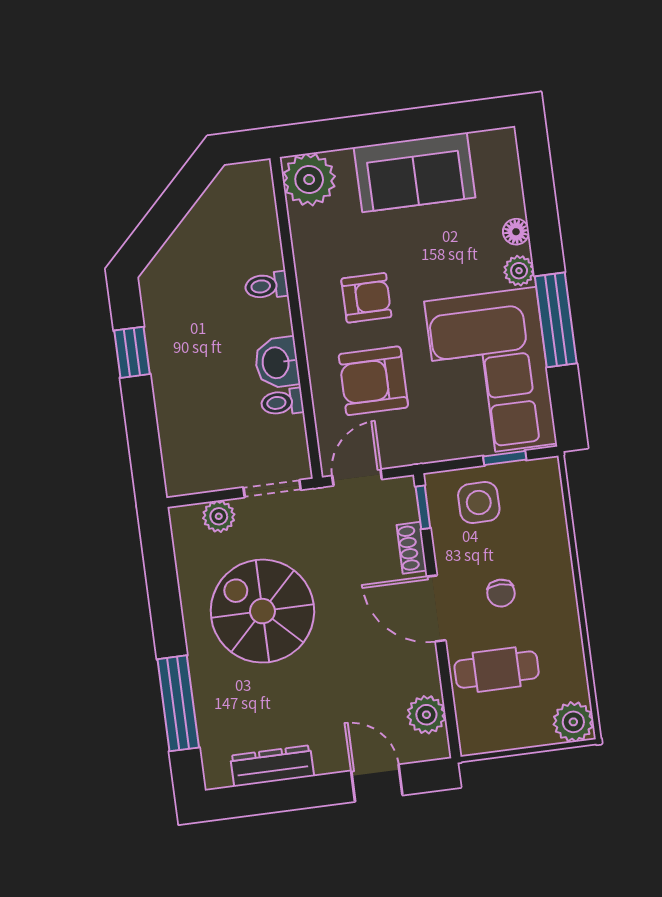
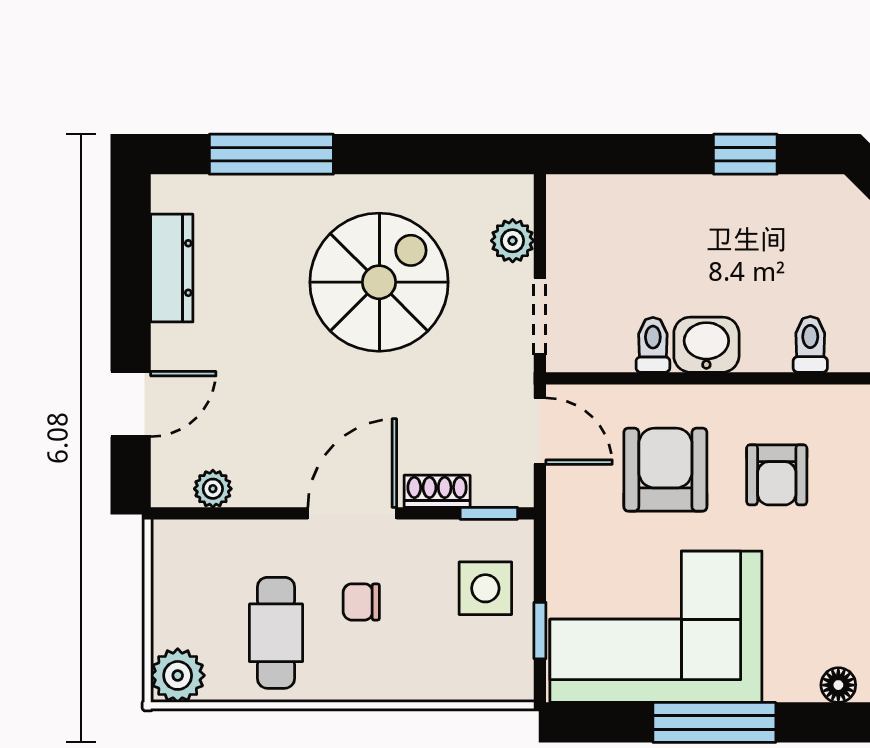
plant: (519, 271) -> (786, 682), removed
cafe table: (497, 670) -> (276, 633), moved
plant: (426, 715) -> (213, 489), width x0.73, depth x0.73

